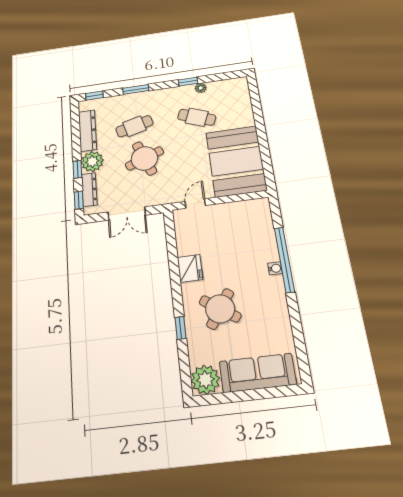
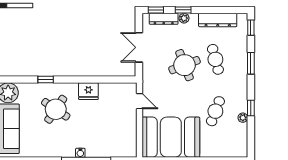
plant: (92, 161) -> (184, 18), width x0.53, depth x0.53

